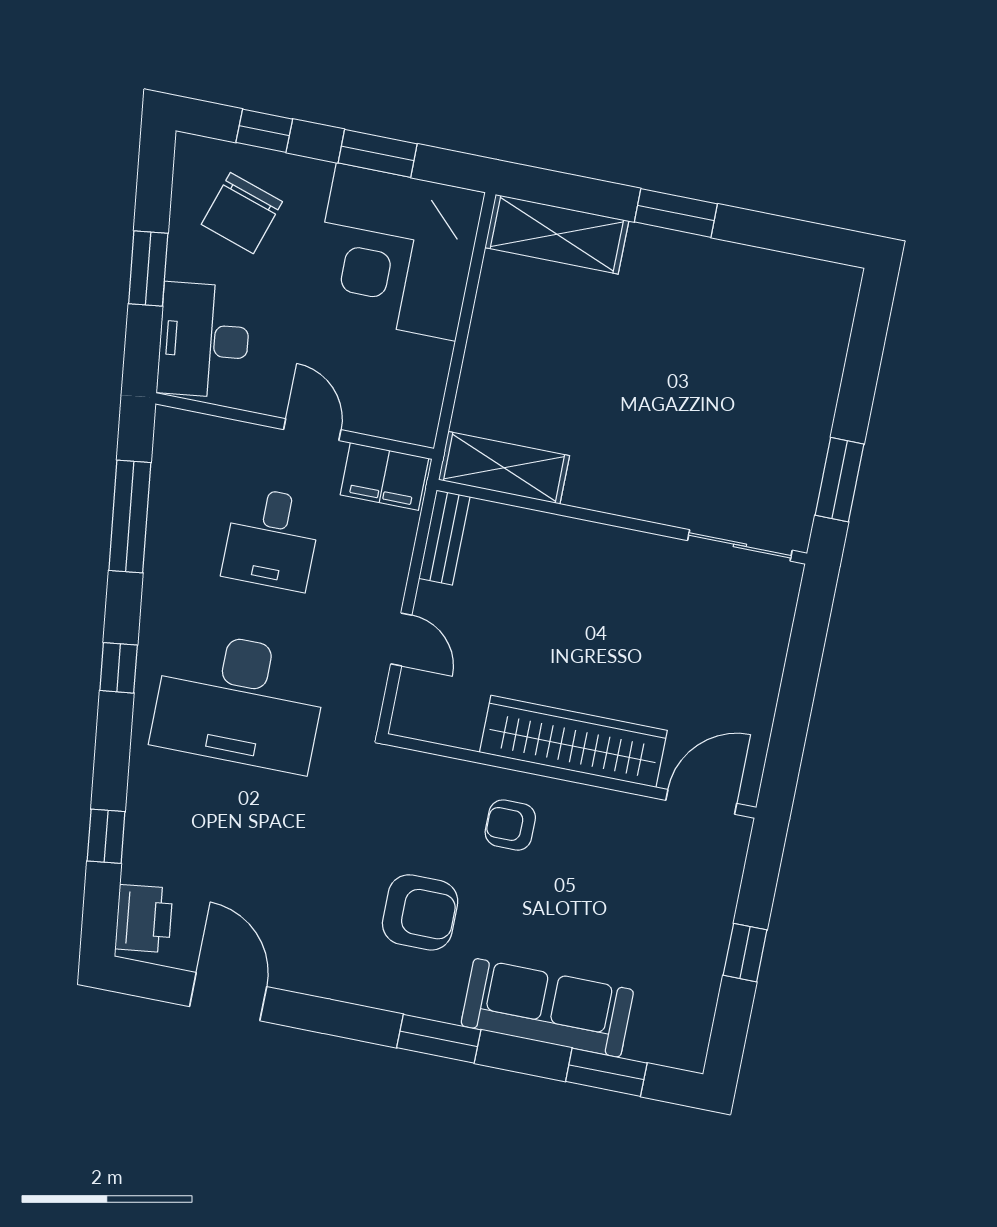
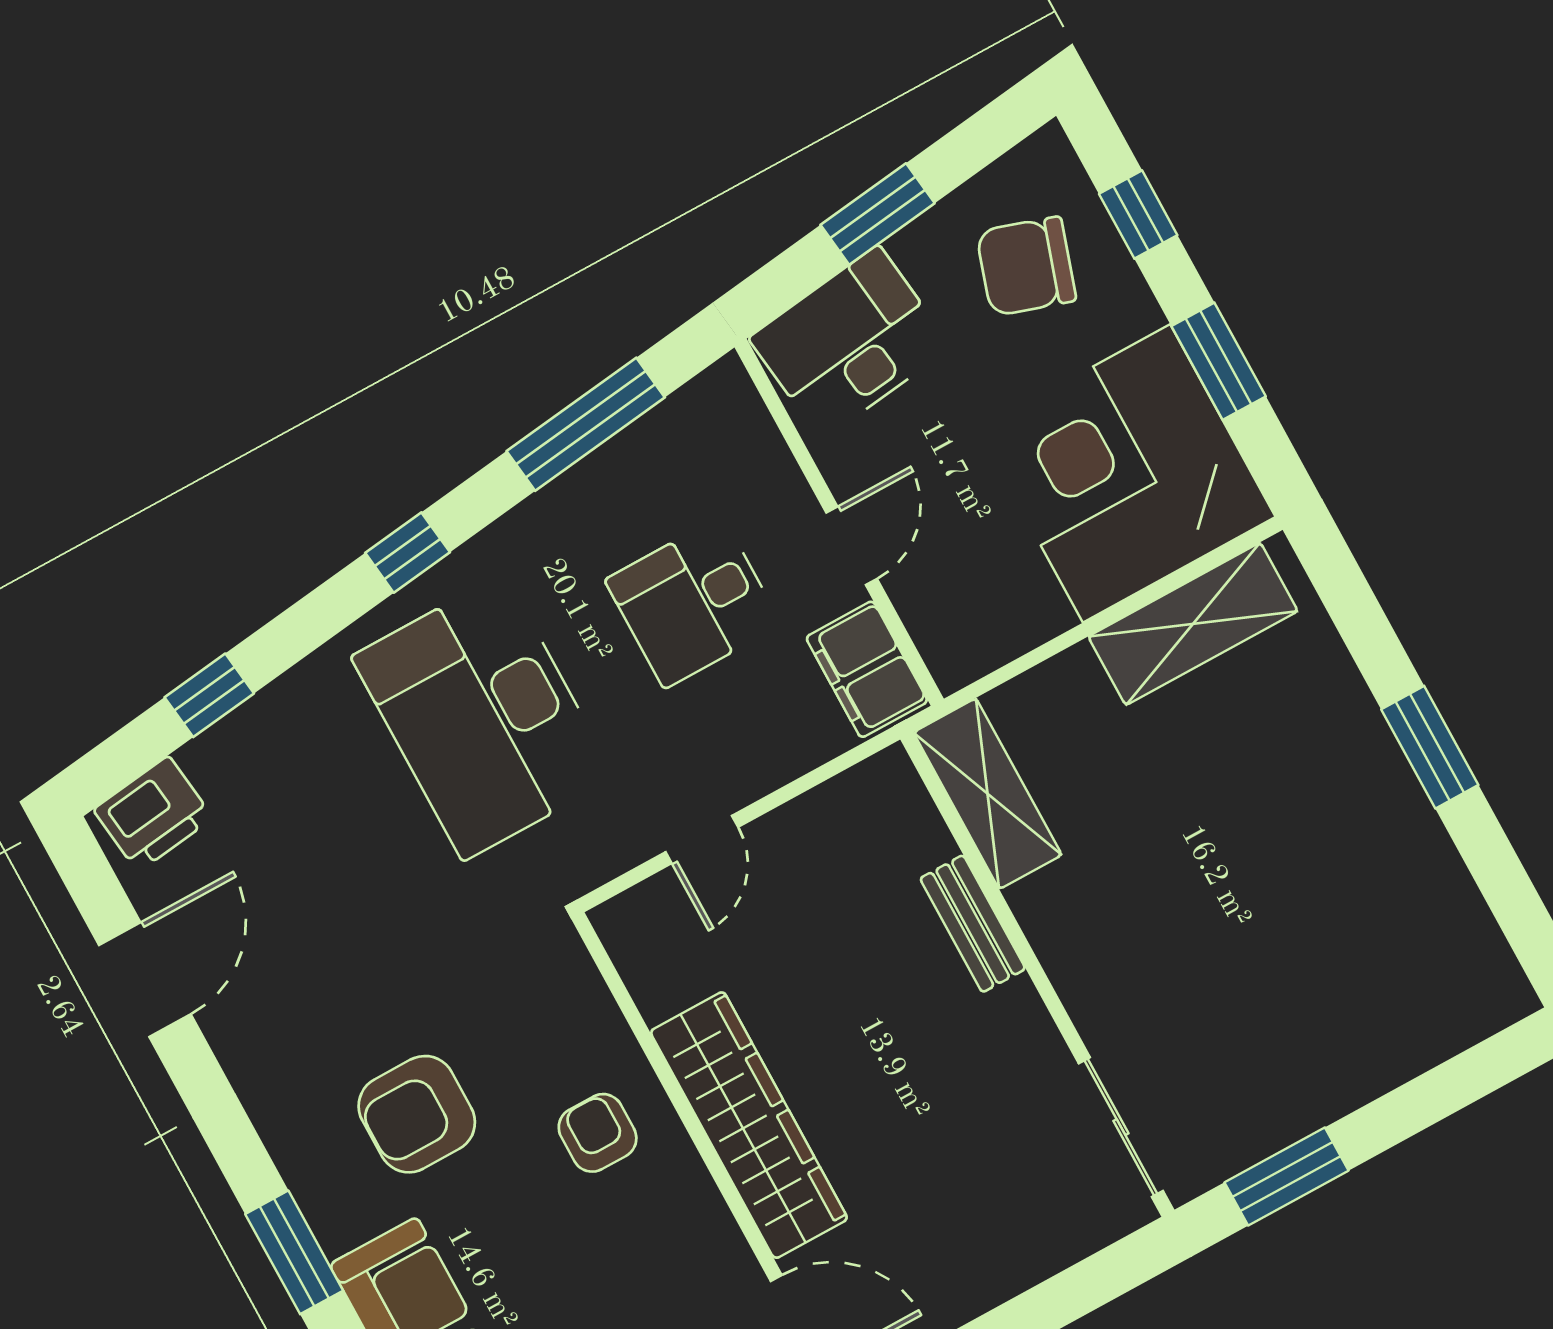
shelving: (557, 234) -> (1193, 624), moved, turned 90
bench: (444, 538) -> (973, 924), moved, turned 90
armchair: (420, 912) -> (417, 1114), turned 90

